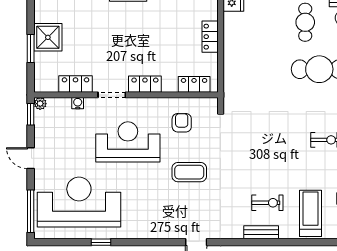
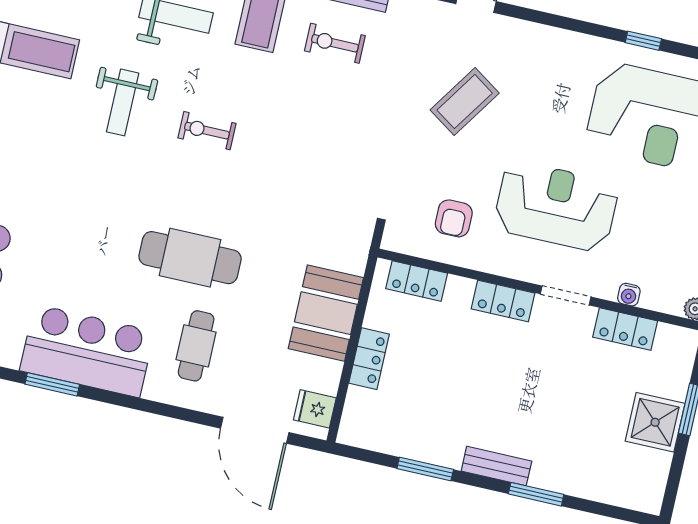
booth: (239, 56) -> (326, 313), added
reception desk: (128, 142) -> (556, 206), turned 180
coffee table: (189, 172) -> (465, 102), moved, turned -56

